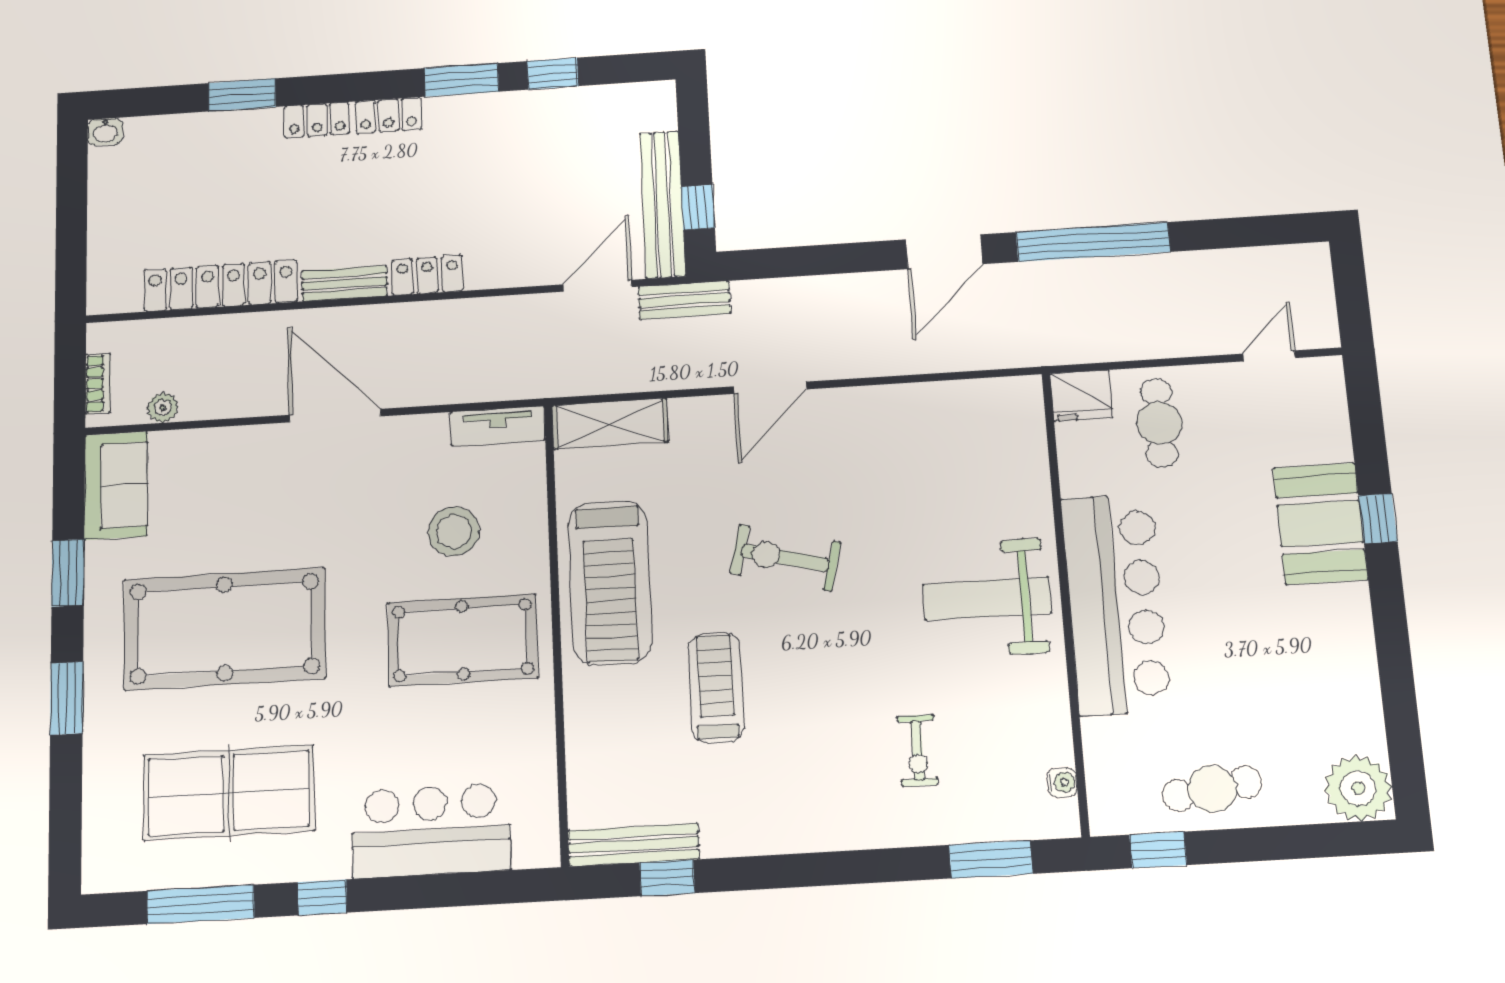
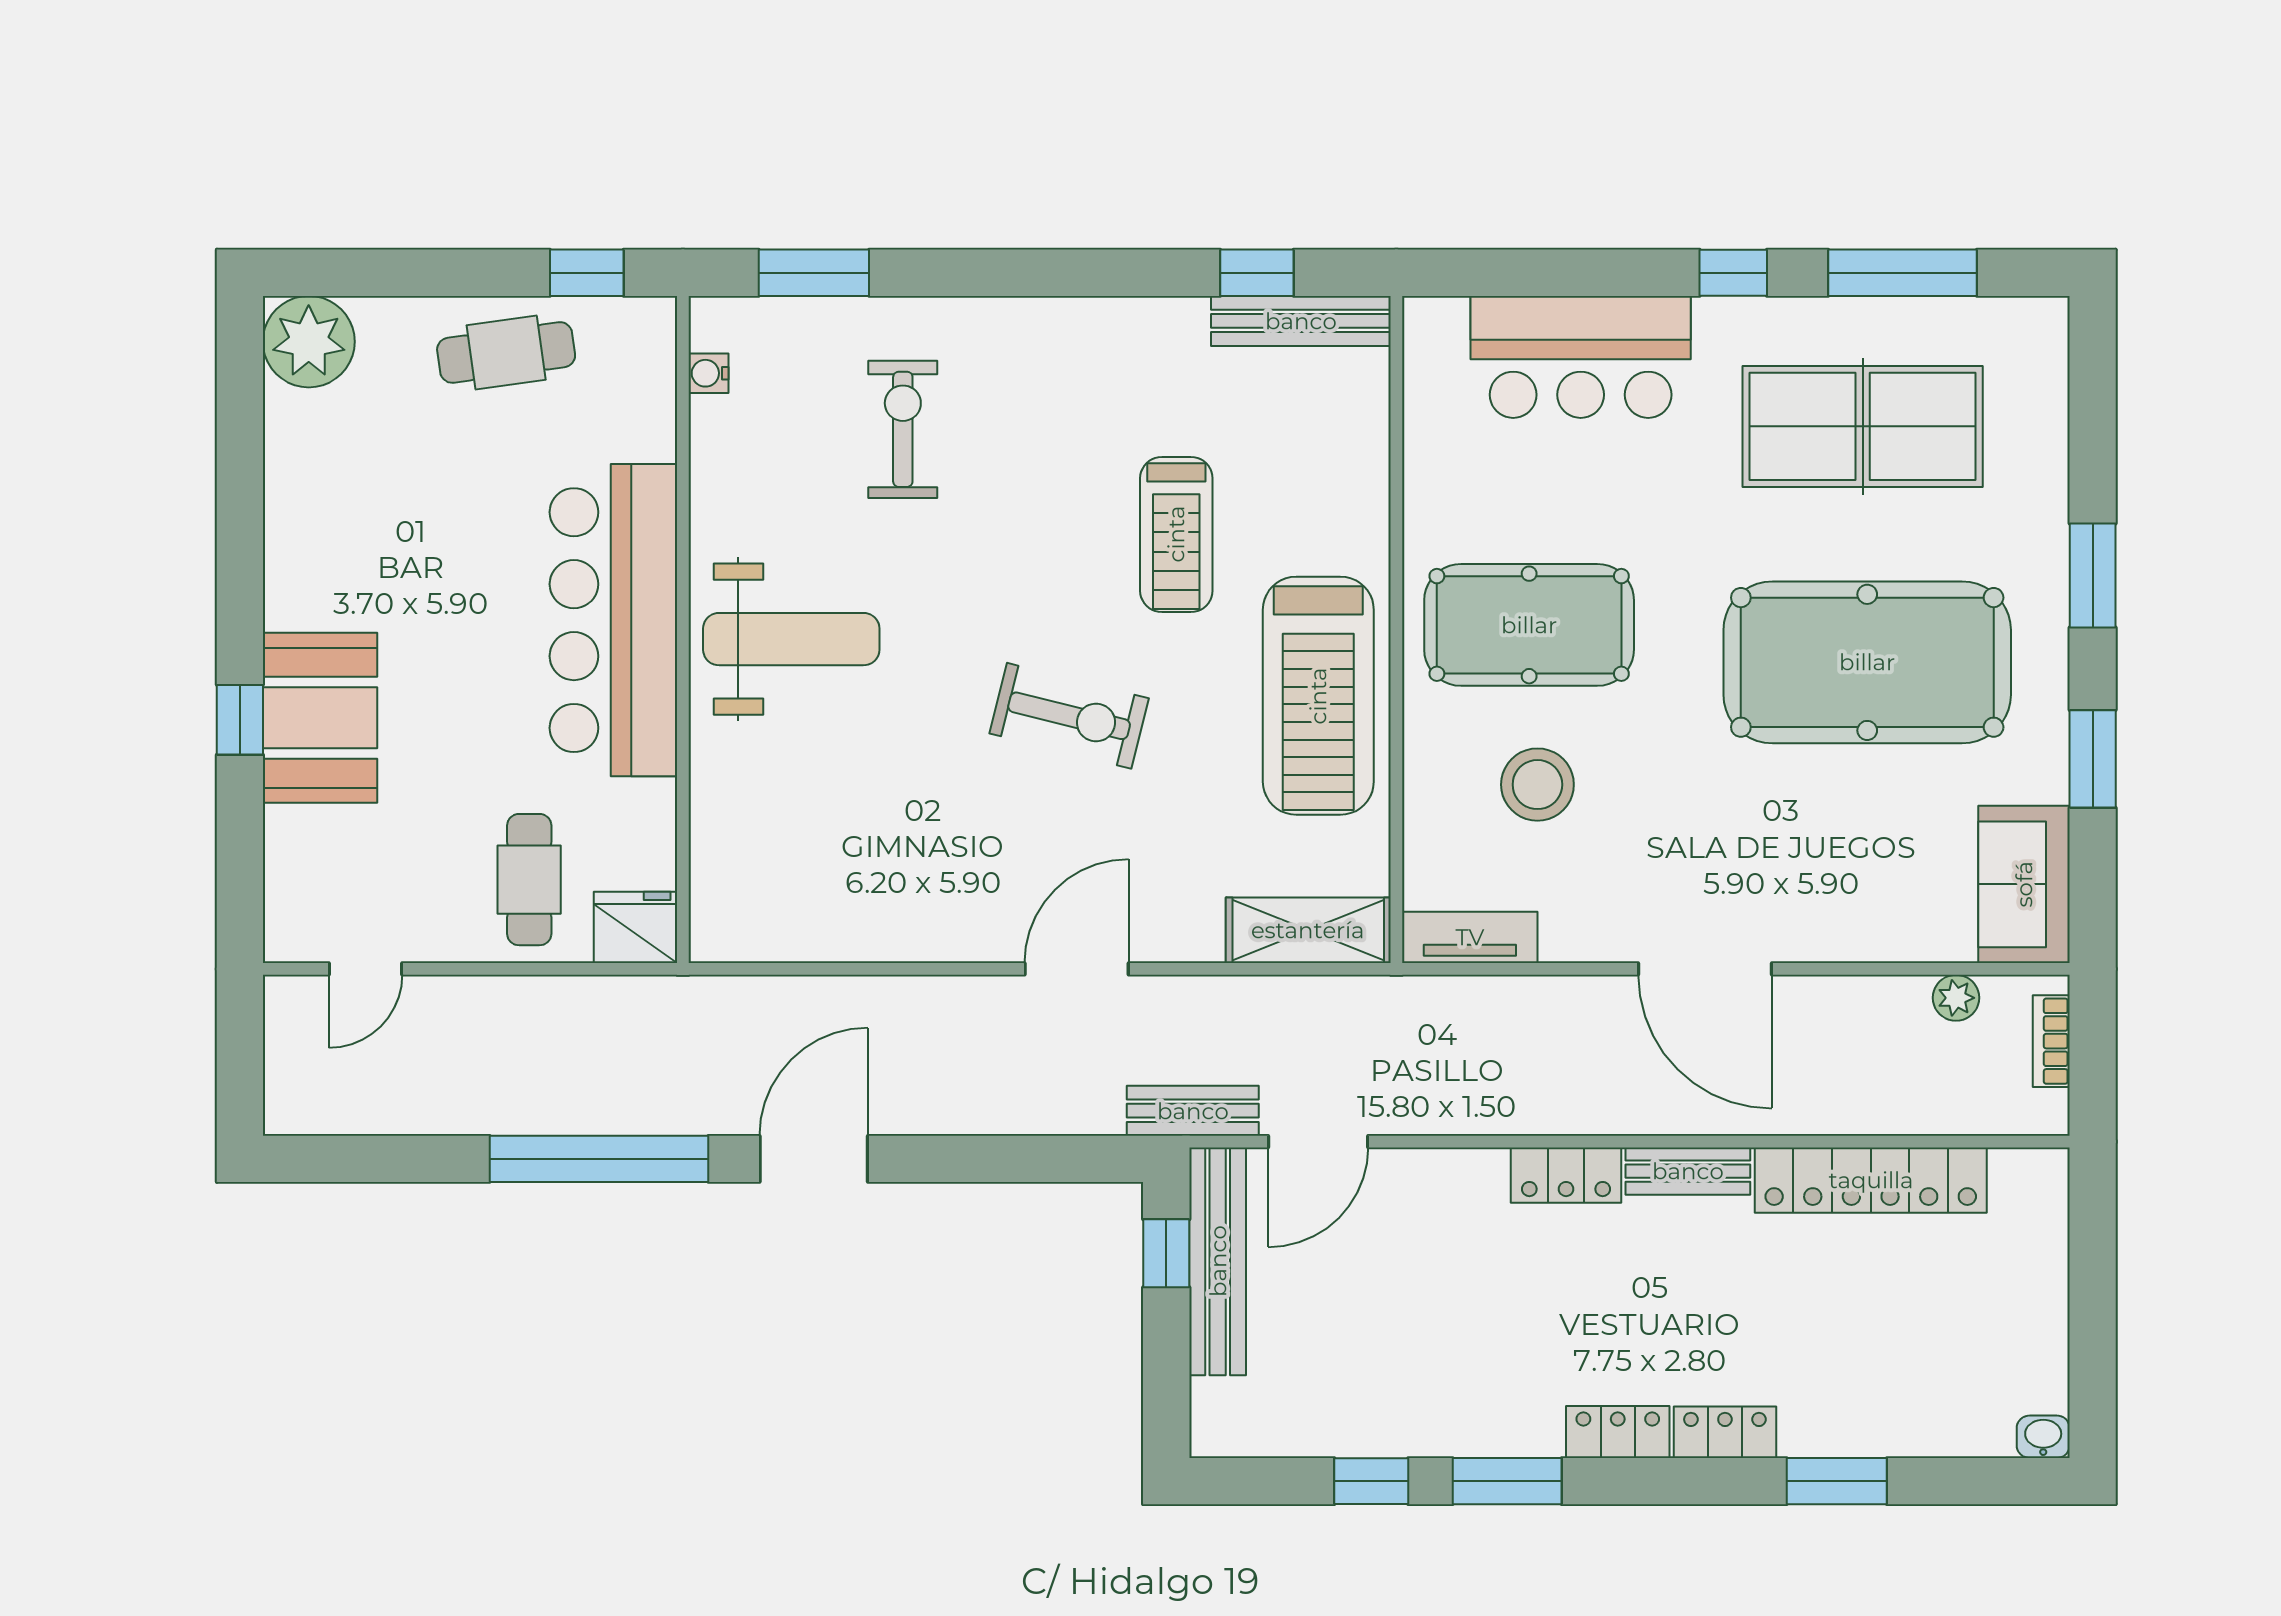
treadmill: (610, 582) -> (1318, 696), turned 180
exercise bike: (918, 750) -> (903, 429), width x1.38, depth x1.39

